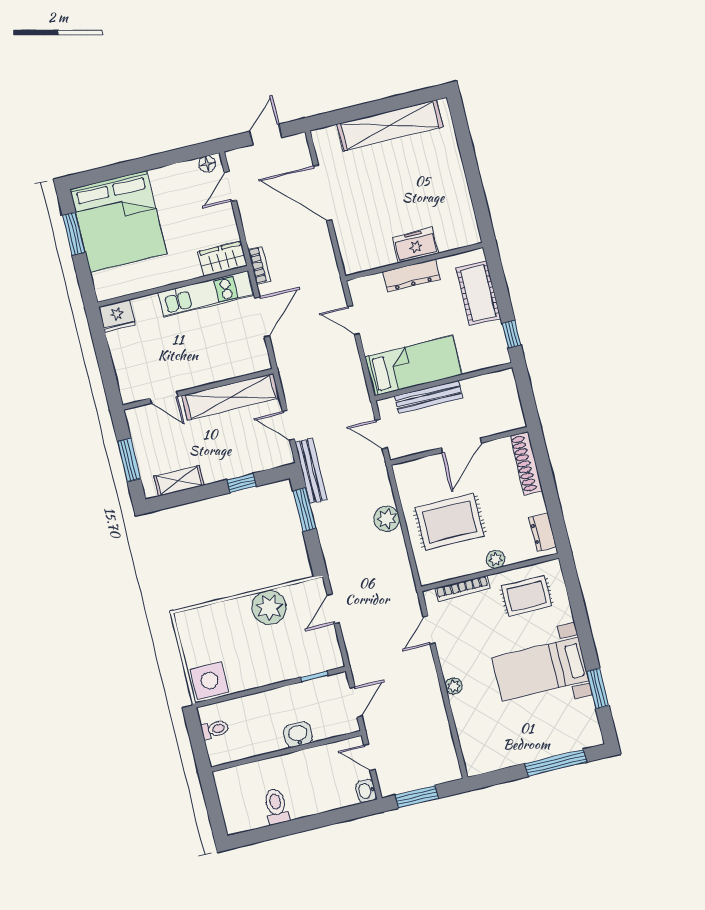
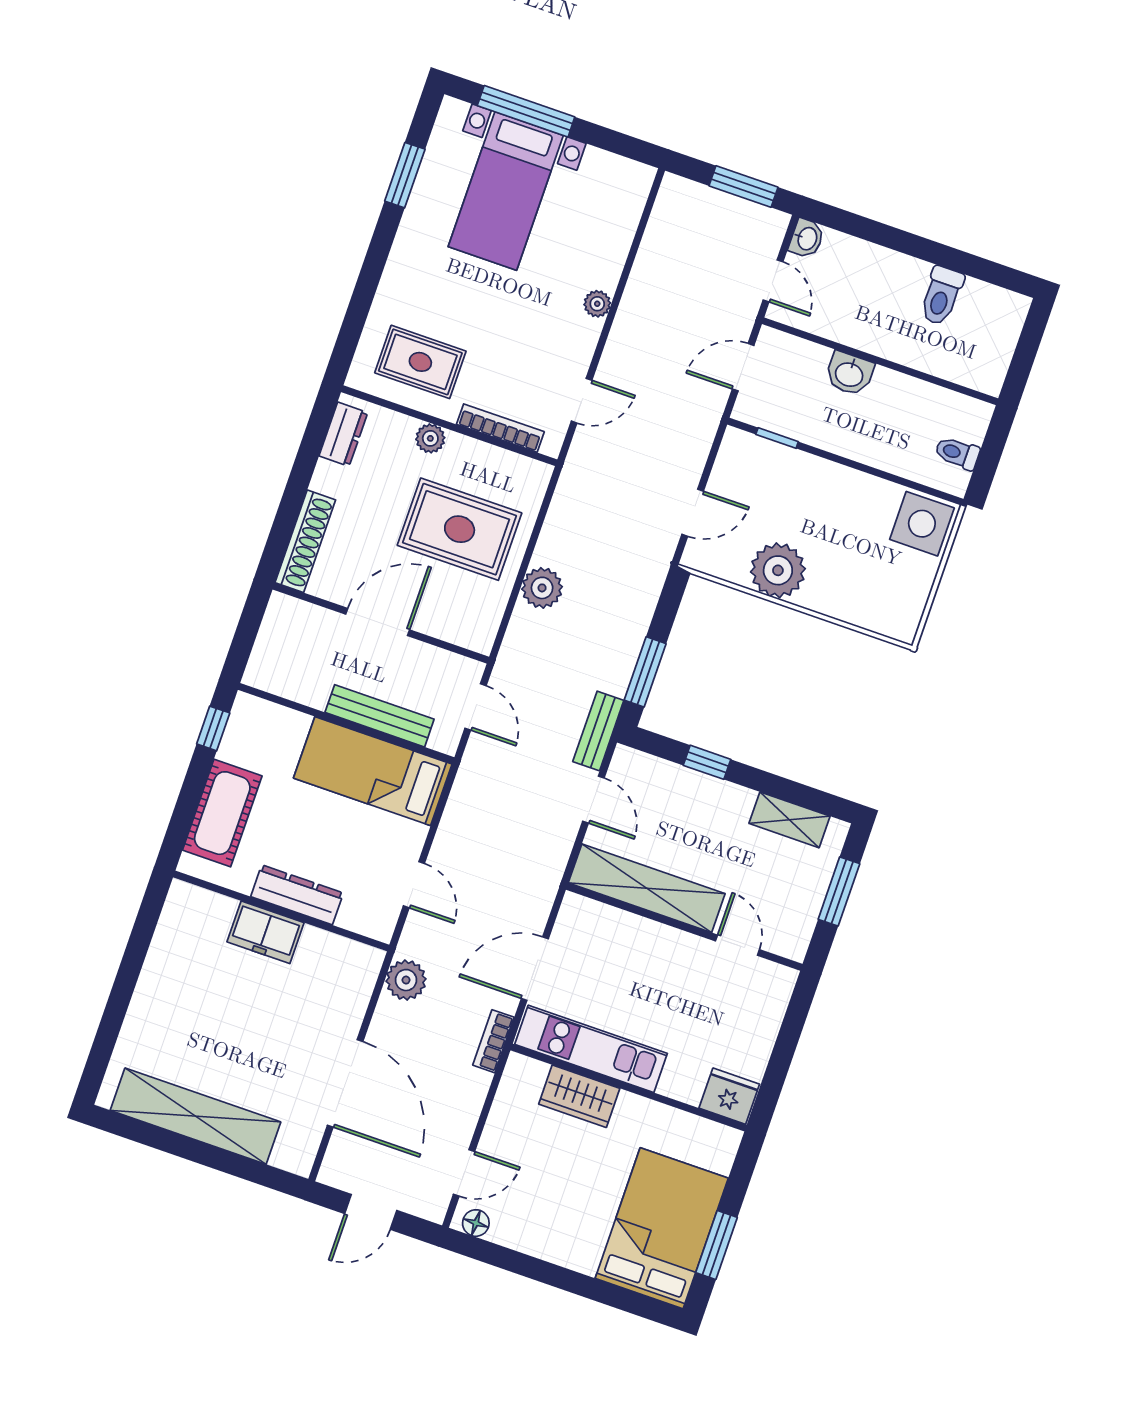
bed: (118, 221) -> (662, 1228), width x0.73
wardrobe: (223, 259) -> (579, 1096), moved
plant: (326, 268) -> (406, 980), added
bench: (311, 471) -> (598, 731), width x0.73
bed with nightstands: (540, 669) -> (506, 191), moved, turned 90

